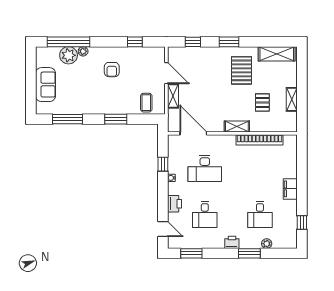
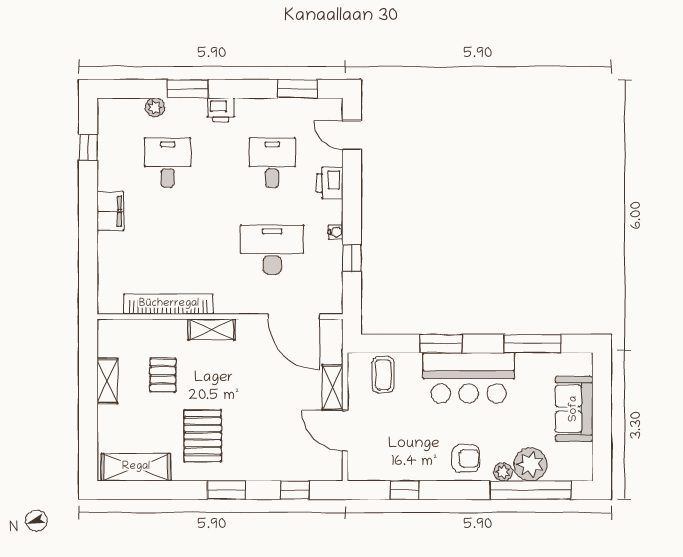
armchair: (112, 70) -> (466, 458), moved, turned 90
bar counter: (101, 101) -> (469, 378), added

